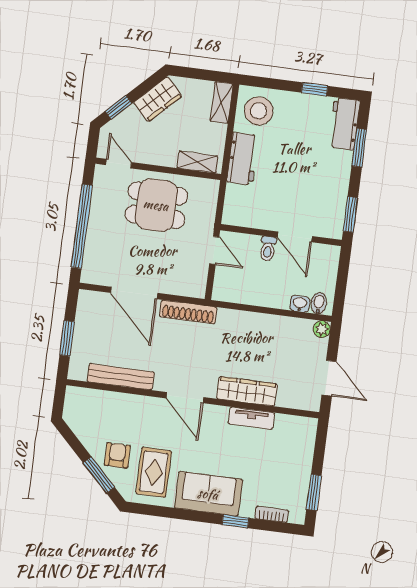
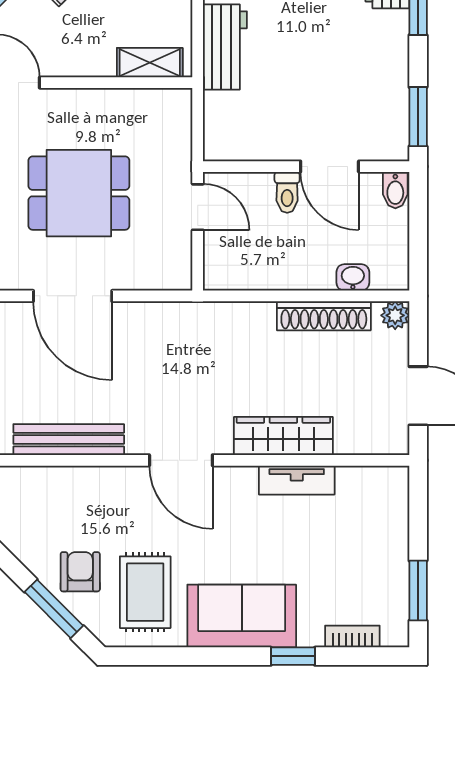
dining table: (156, 205) -> (79, 193), moved
bidet: (319, 303) -> (395, 190), moved, turned 180
shoe rack: (188, 312) -> (324, 316), moved

